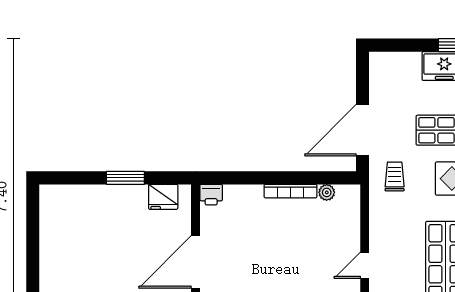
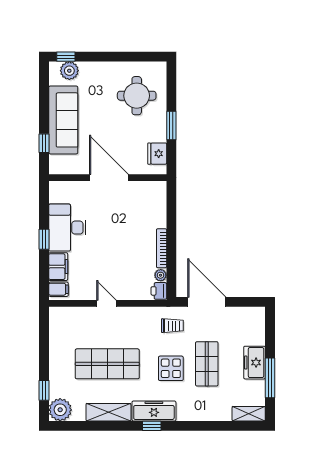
printer: (211, 195) -> (159, 291), moved
round table: (85, 225) -> (137, 96), added

